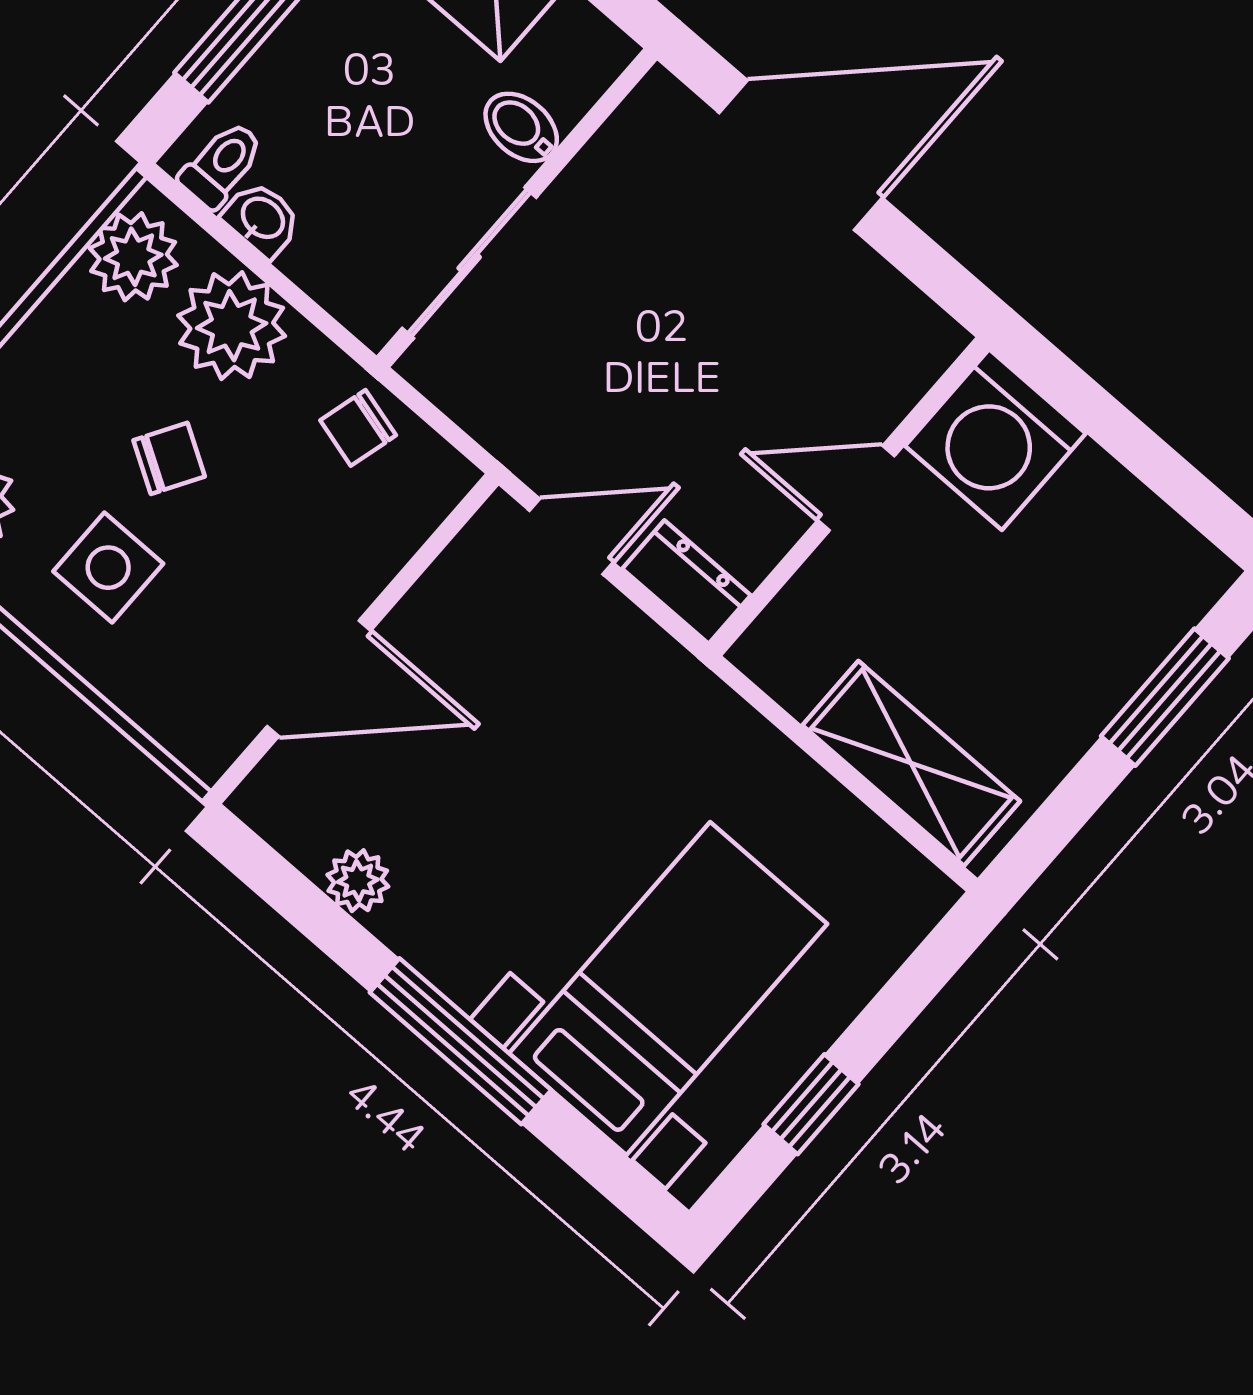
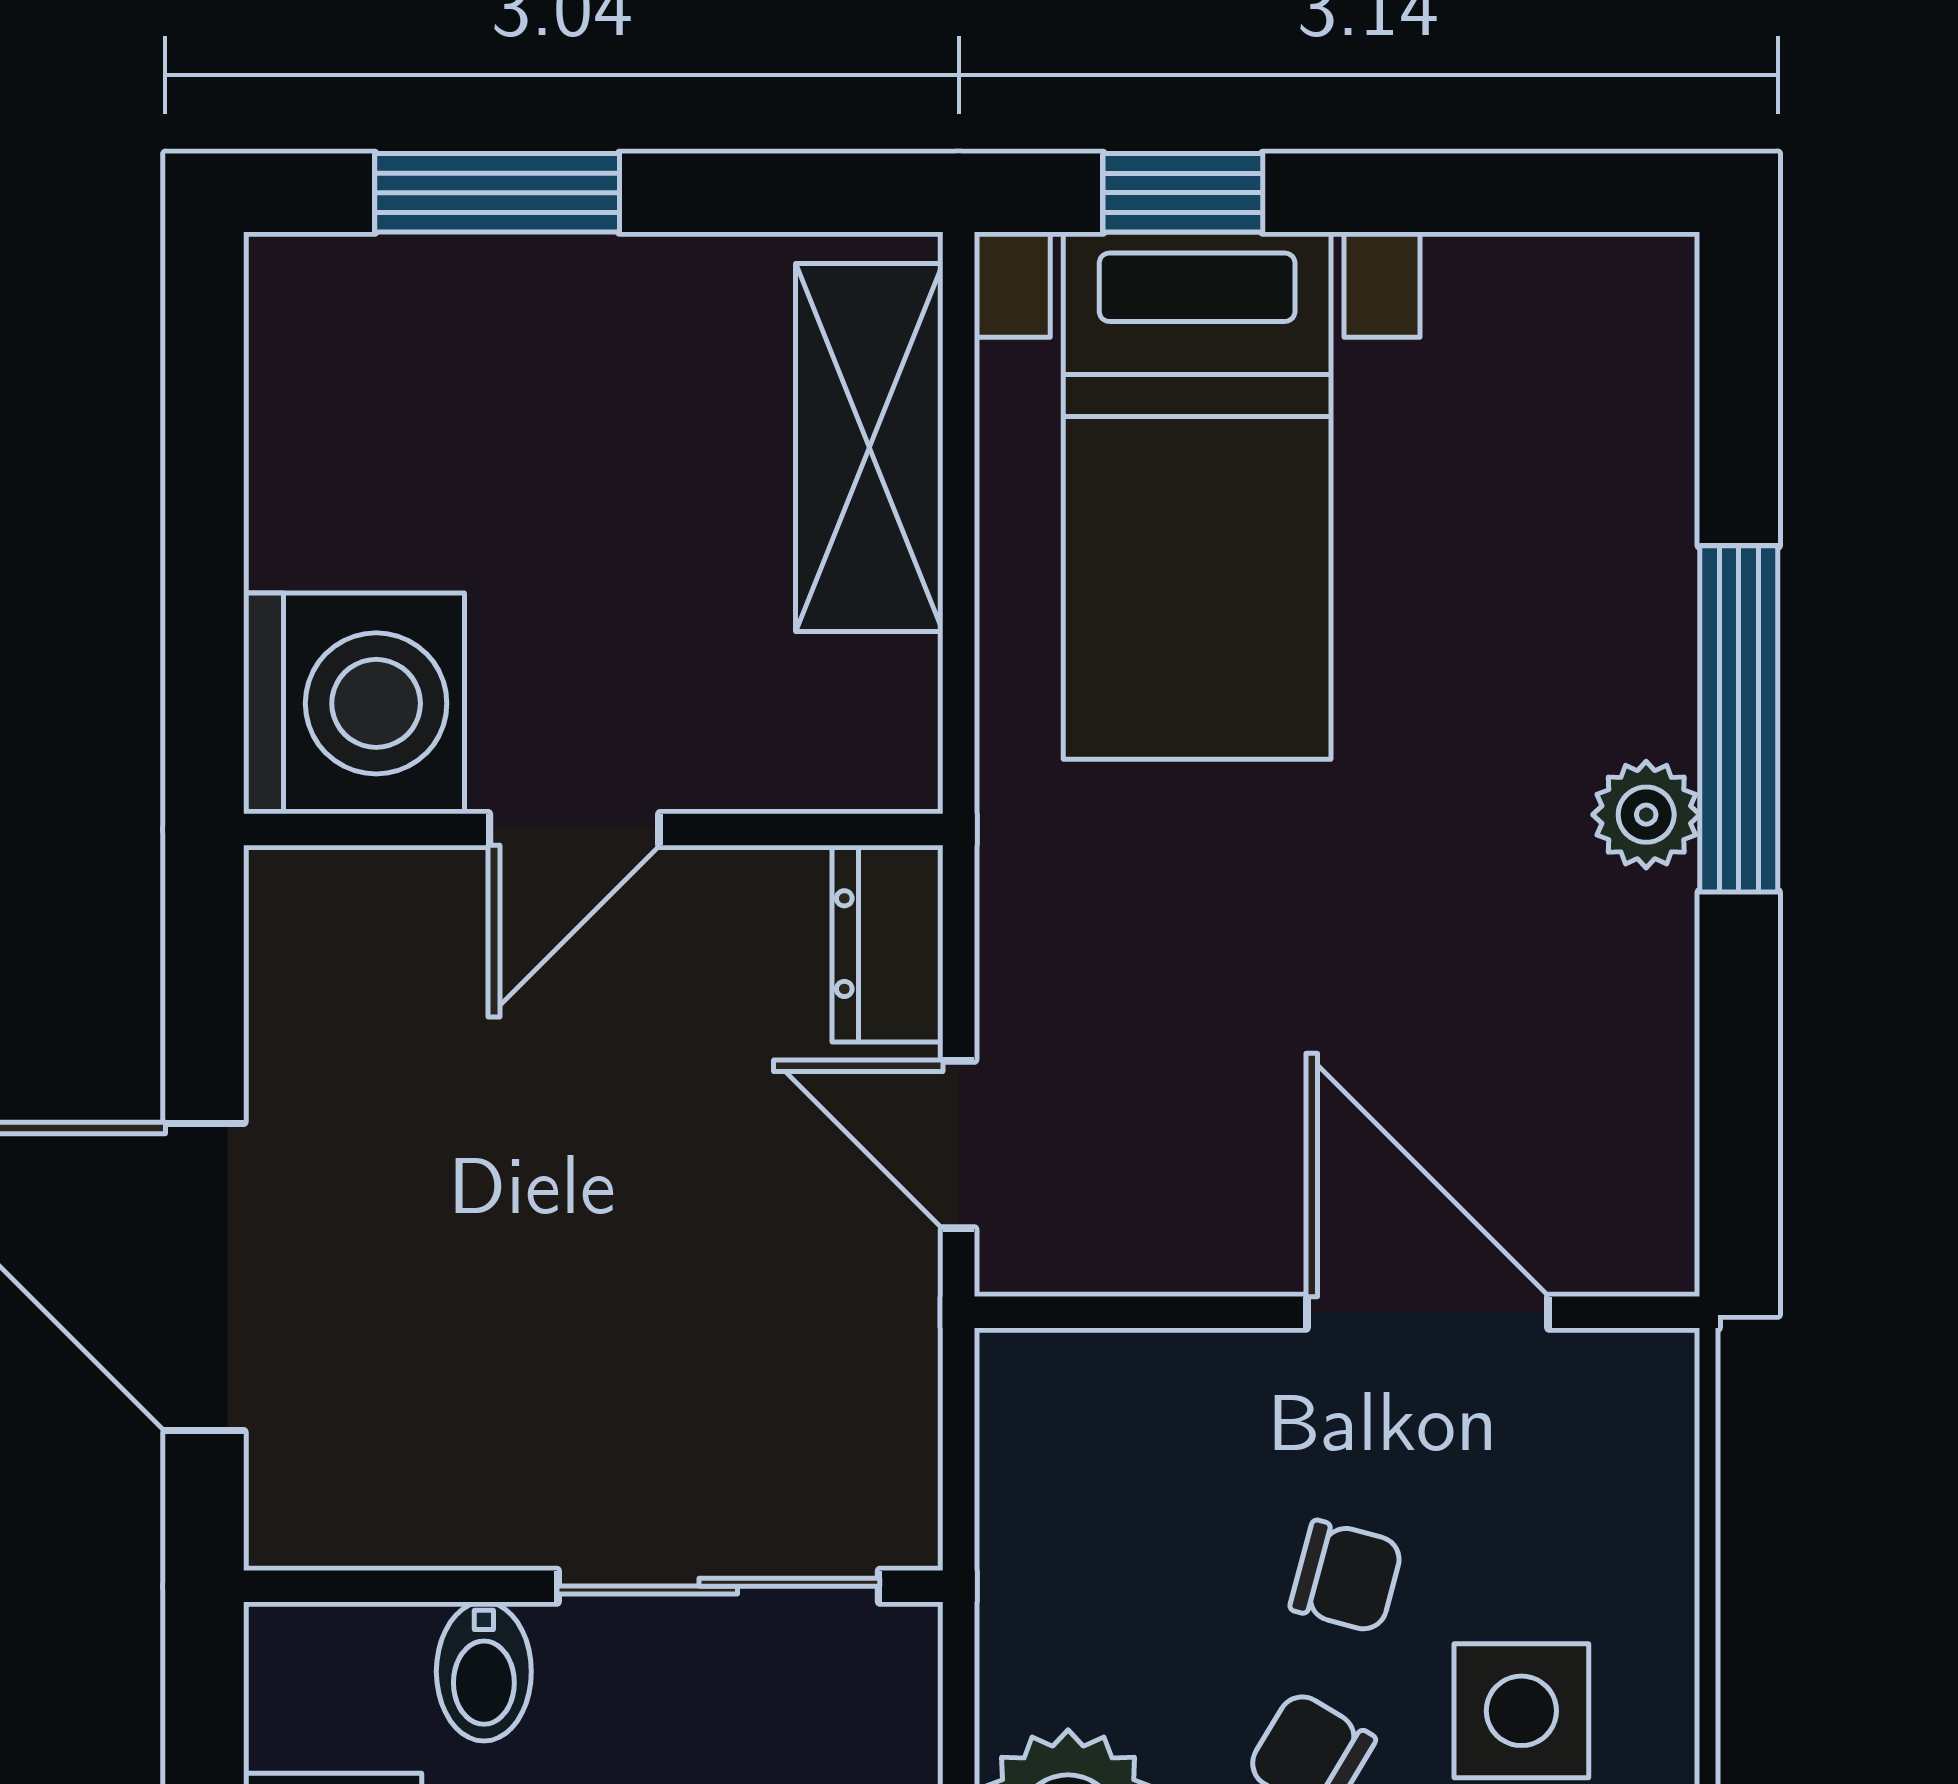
chair: (358, 428) -> (1346, 1576), moved
door: (856, 488) -> (574, 829), hinge flipped
plant: (358, 881) -> (1646, 815), moved
bed with nightstands: (668, 989) -> (1197, 496), moved, turned -90
window: (811, 1104) -> (1183, 193), moved

